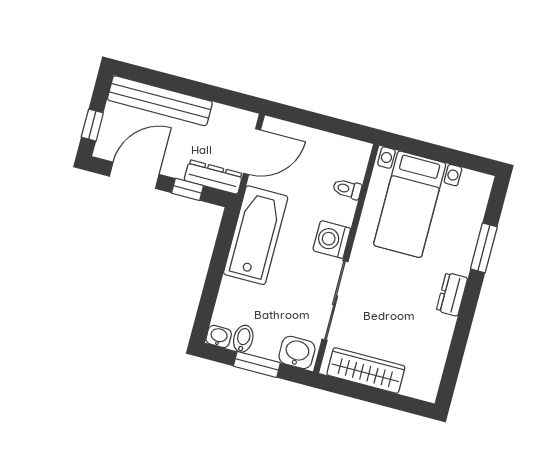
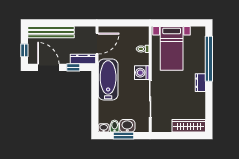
door: (134, 175) -> (48, 67), hinge flipped
window: (484, 248) -> (209, 59), width x2.11
washbasin: (297, 352) -> (127, 126), moved
wardrobe: (366, 370) -> (189, 126), moved

